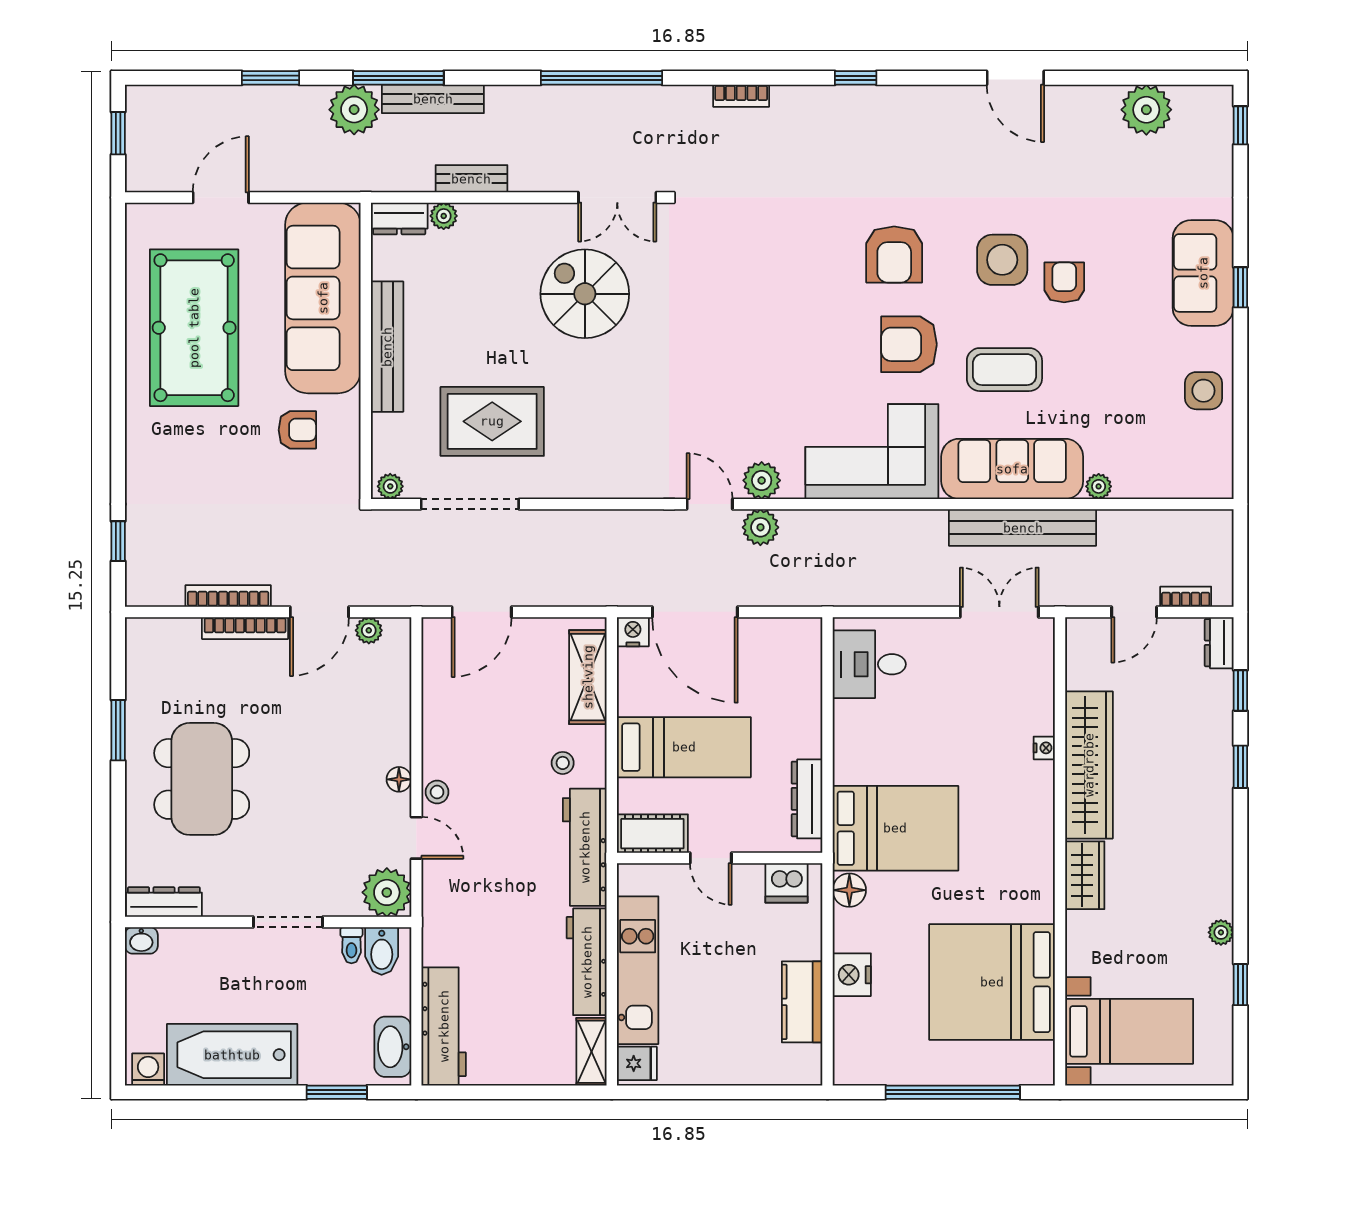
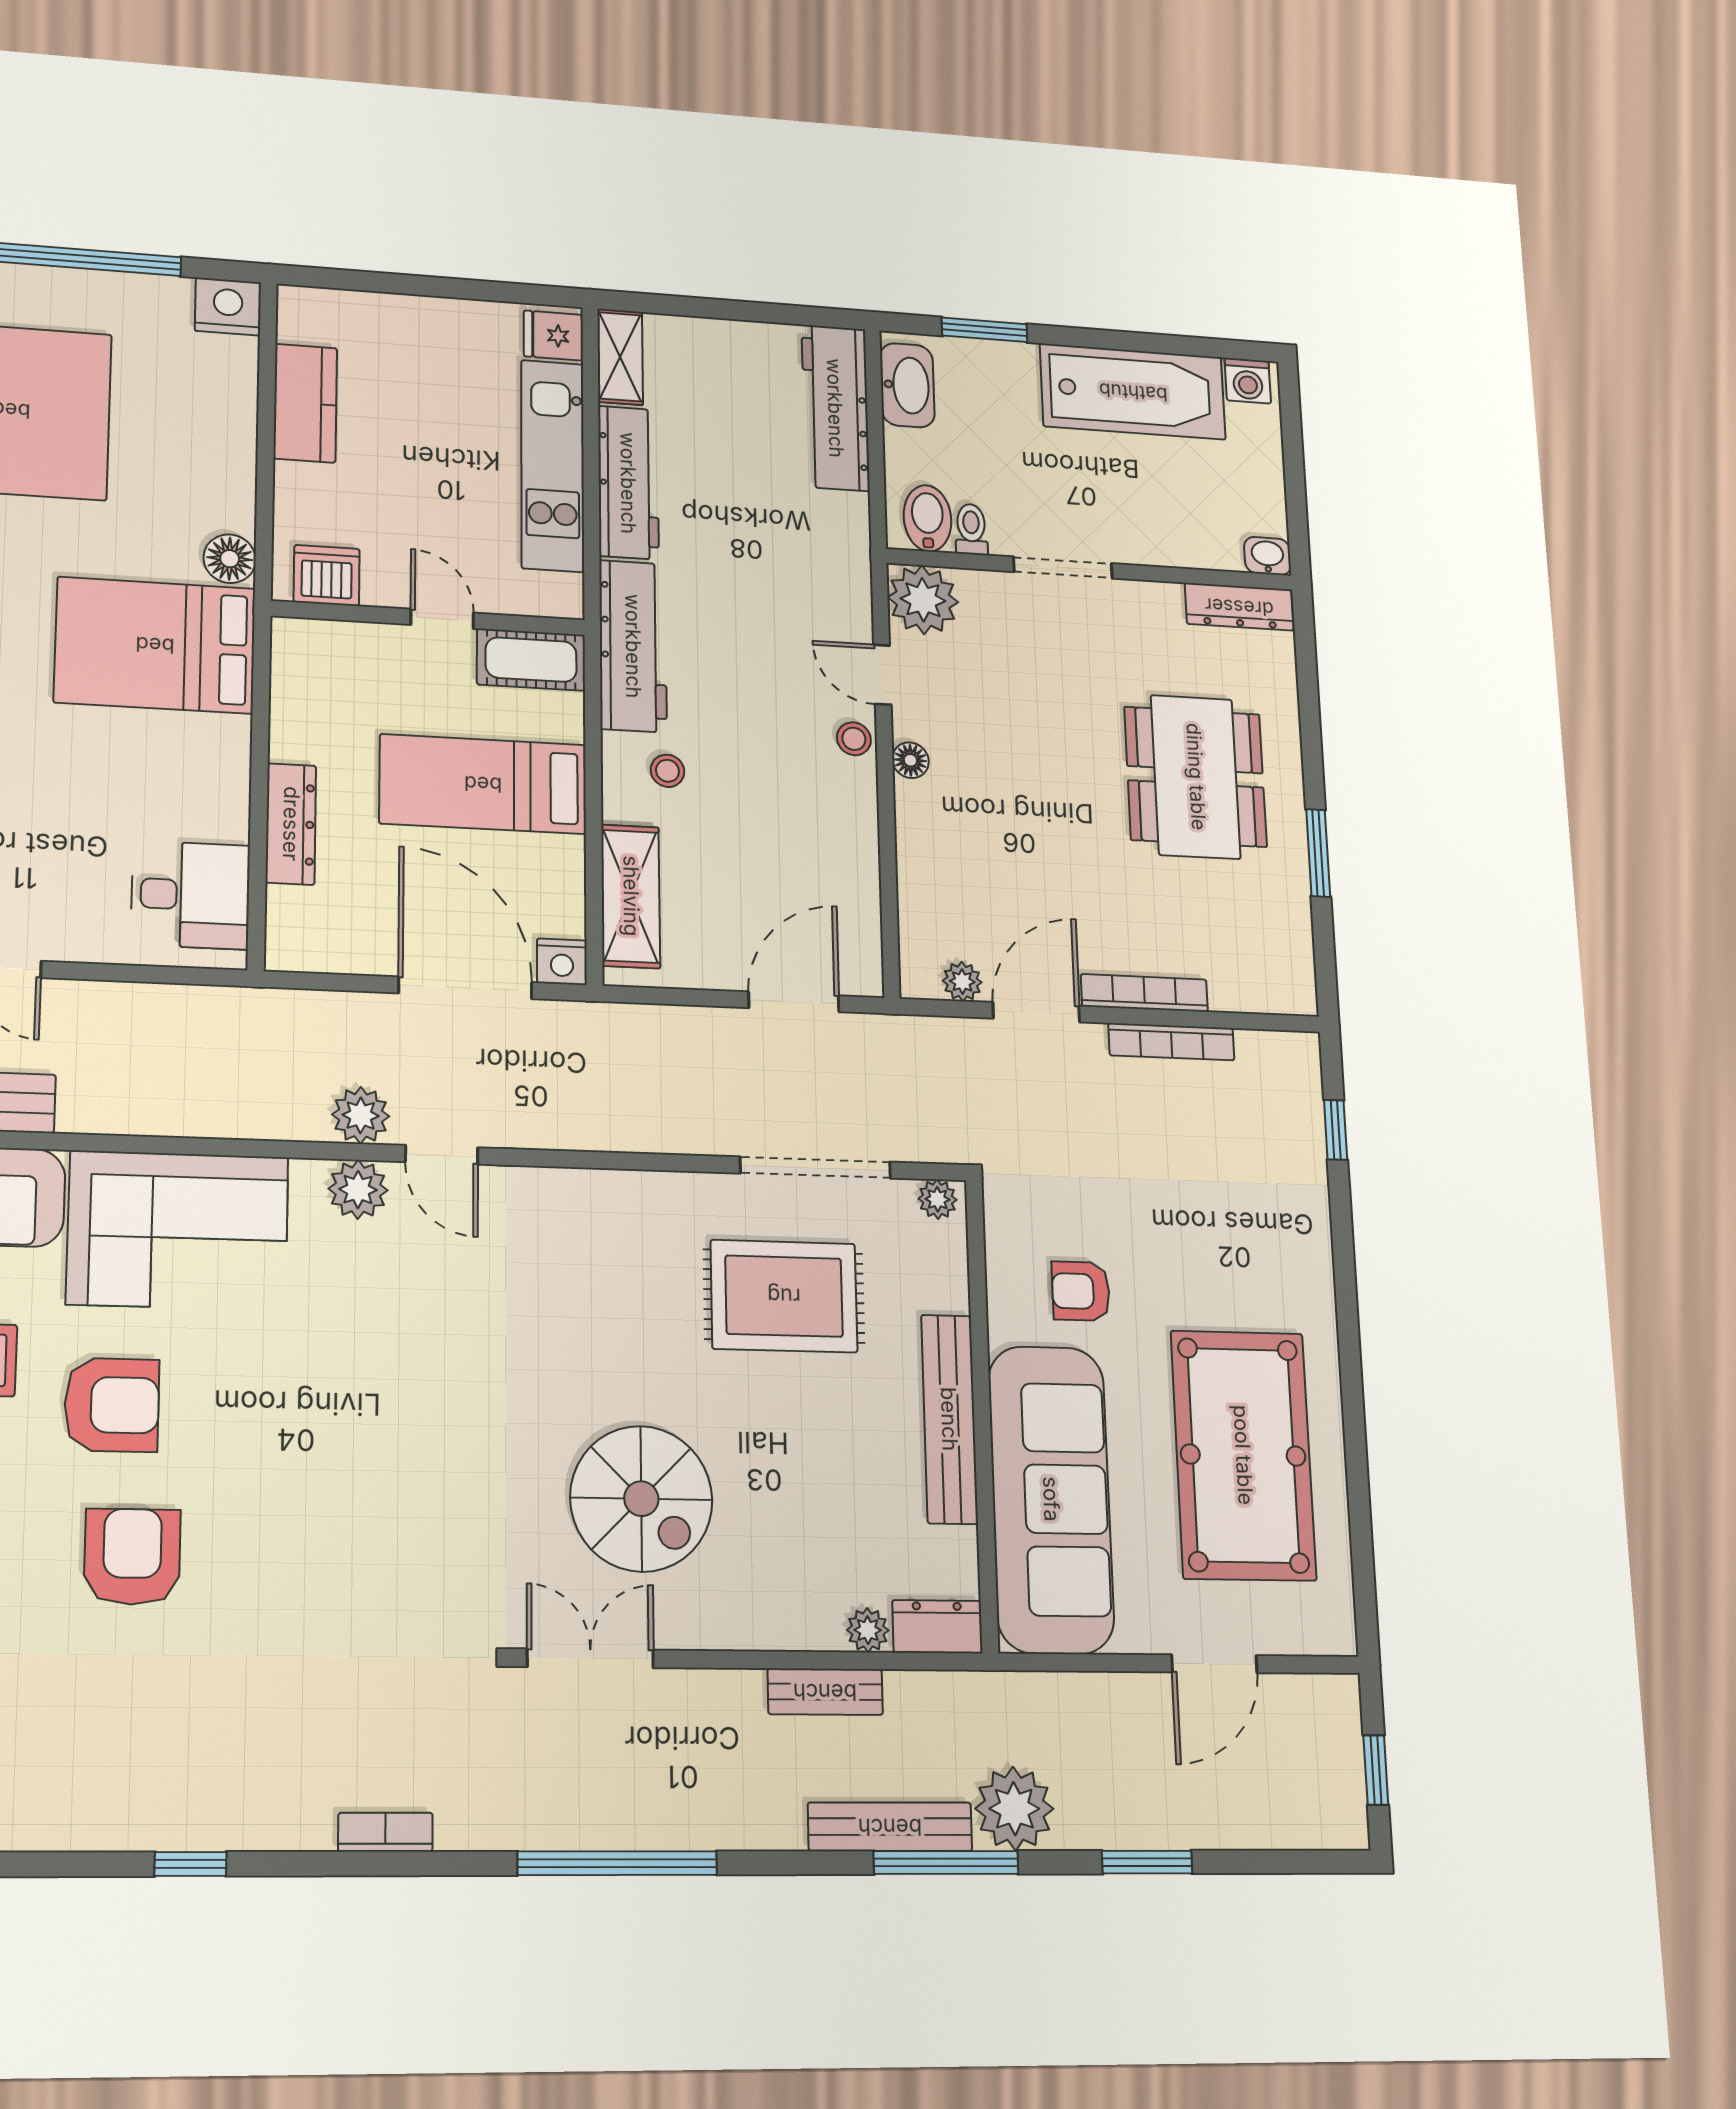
dresser: (807, 799) -> (291, 824), moved
nightstand: (852, 975) -> (228, 307), moved, turned -90

